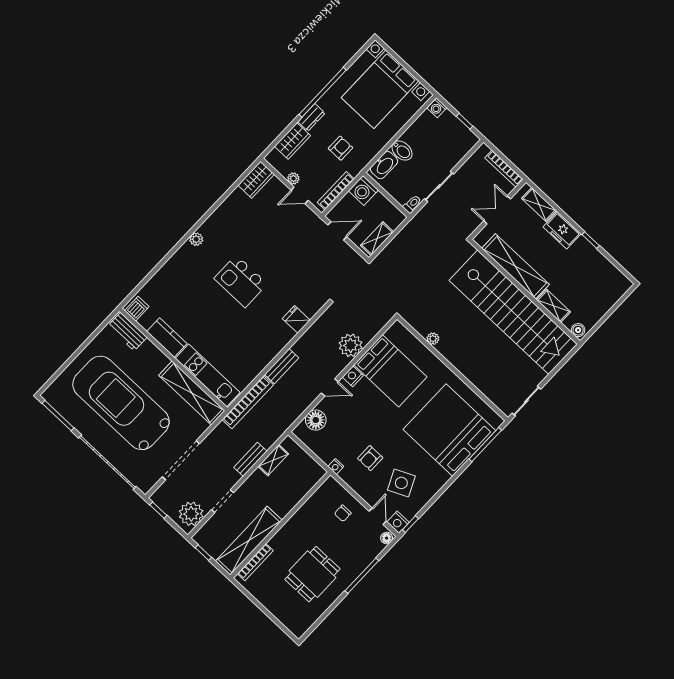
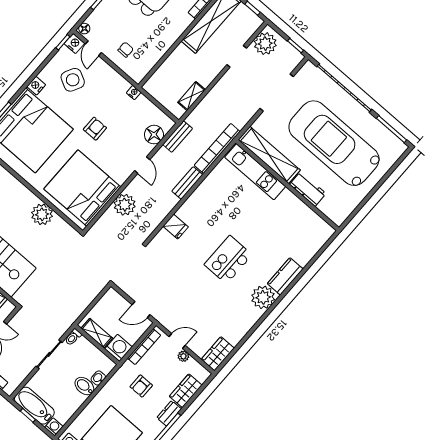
bathtub: (457, 131) -> (34, 406), added
washbasin: (384, 165) -> (98, 378), width x0.52, depth x0.69
plant: (196, 239) -> (263, 297), width x1.87, depth x1.87
shelving: (377, 239) -> (97, 333), moved, turned 90
kitchen island: (241, 281) -> (228, 260), turned -90
dishwasher: (137, 309) -> (323, 231), removed
workbench: (127, 332) -> (308, 189), moved
kitchen counter: (167, 338) -> (285, 276), moved, turned 90
plant: (433, 339) -> (42, 214), width x1.88, depth x1.88
bed: (390, 371) -> (82, 188), width x1.36
nightstand: (353, 376) -> (36, 86), moved, turned 180
door: (330, 387) -> (142, 165), swing flipped
car: (121, 403) -> (334, 143), turned 180
armchair: (370, 458) -> (95, 129), moved
bench: (250, 459) -> (178, 136), moved
side table: (401, 483) -> (73, 80), turned -37

